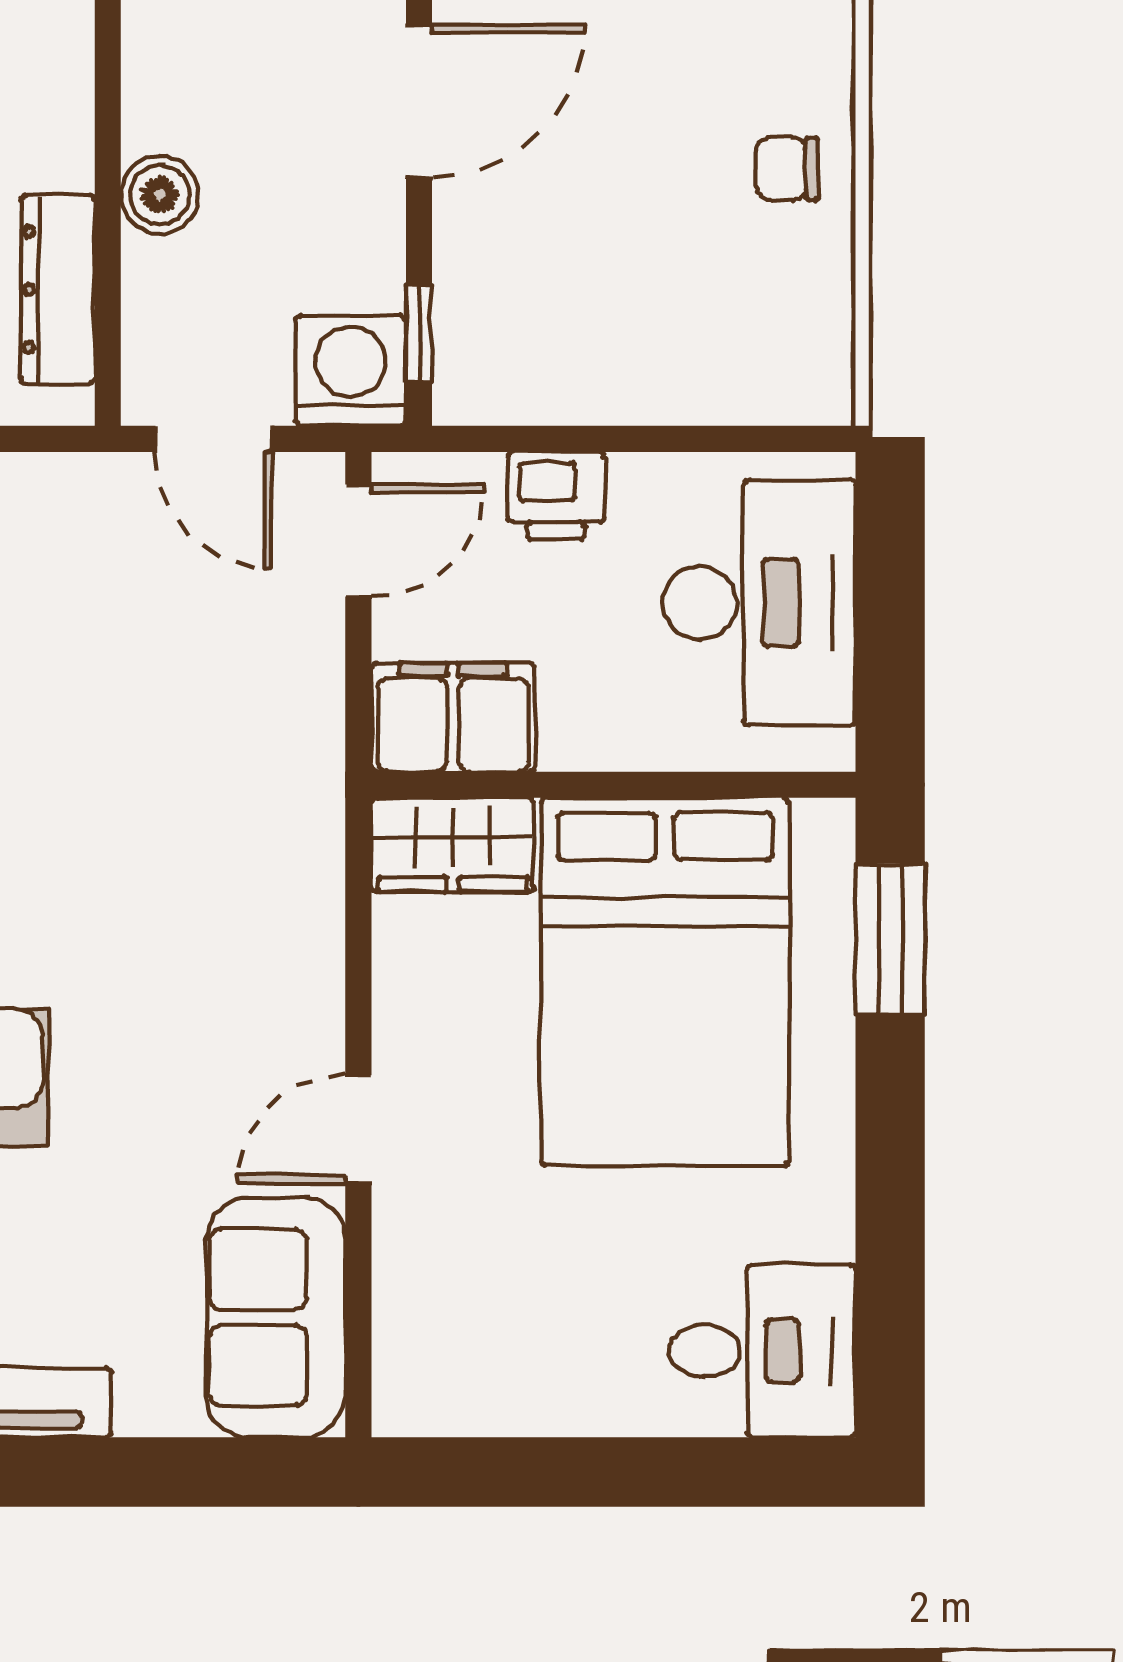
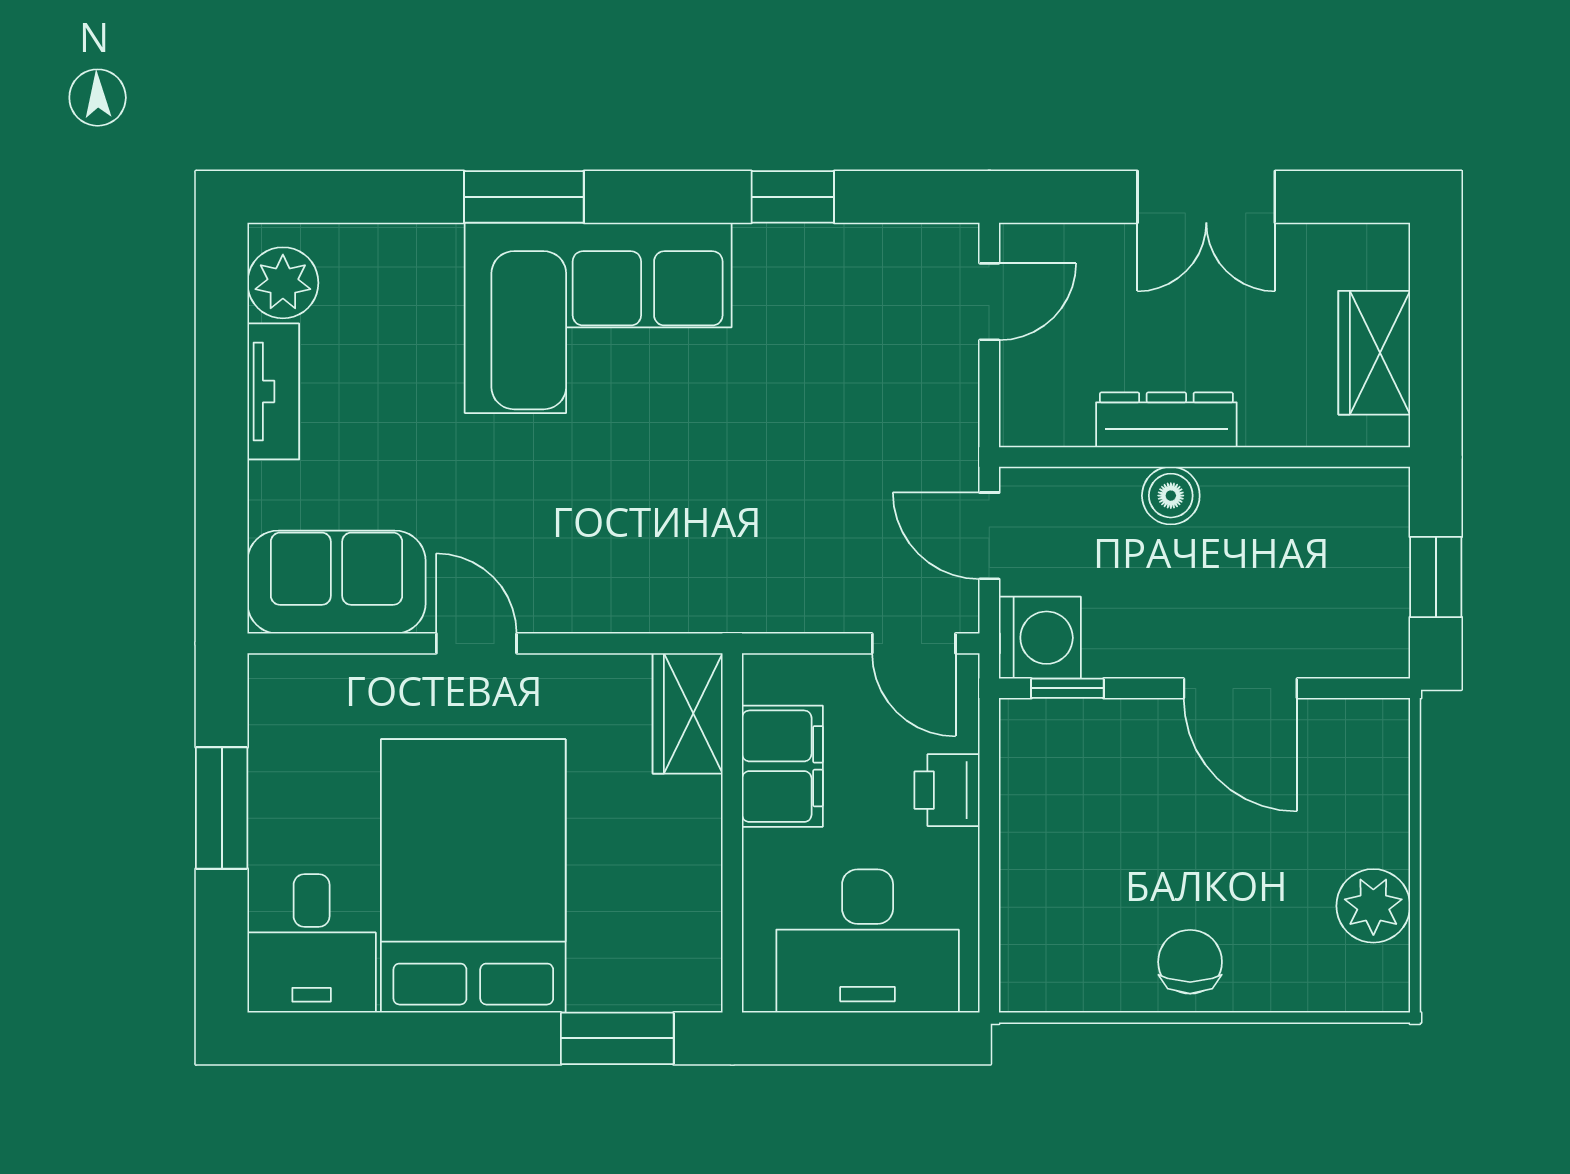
chair: (787, 169) -> (1190, 962), width x1.37, depth x1.37
dresser: (58, 289) -> (1166, 420), moved
door: (214, 439) -> (989, 536), hinge flipped
filing cabinet: (453, 717) -> (782, 766), moved
bed: (665, 982) -> (473, 876), moved, turned 90
window: (580, 1472) -> (222, 808), added

